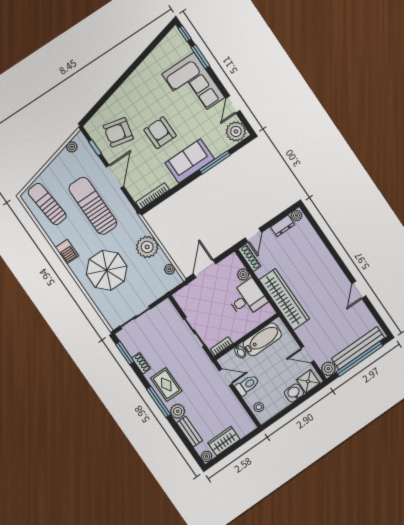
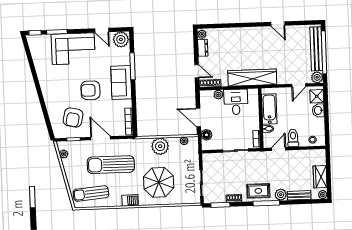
floor lamp: (191, 289) -> (206, 135), added

